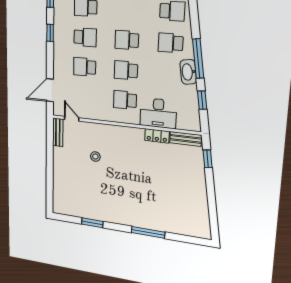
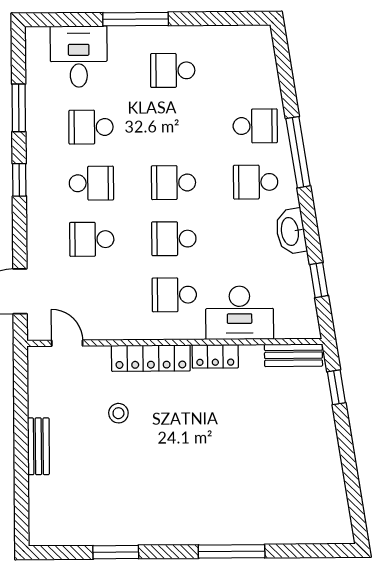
window: (198, 58) -> (298, 152), moved
locker: (112, 131) -> (151, 358), added
bench: (58, 132) -> (38, 446), moved
locker: (157, 136) -> (215, 356), moved

